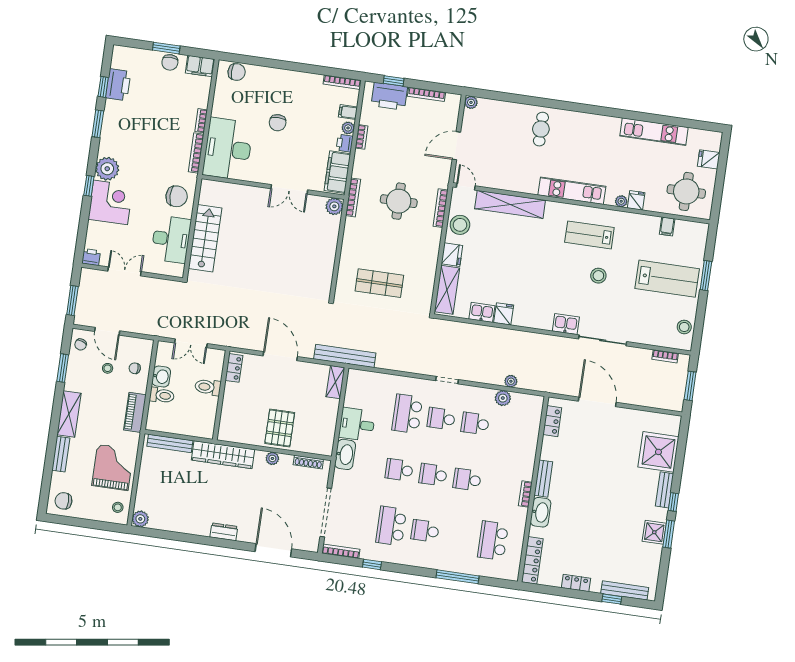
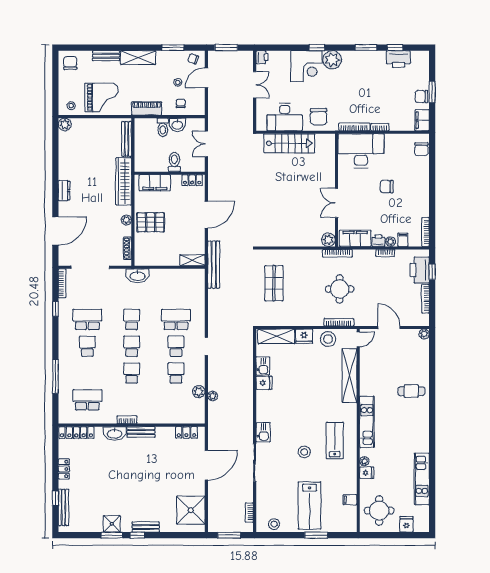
filing cabinet: (231, 416) -> (155, 183), added
desk: (357, 424) -> (162, 282), removed
shower: (658, 452) -> (191, 510), moved

